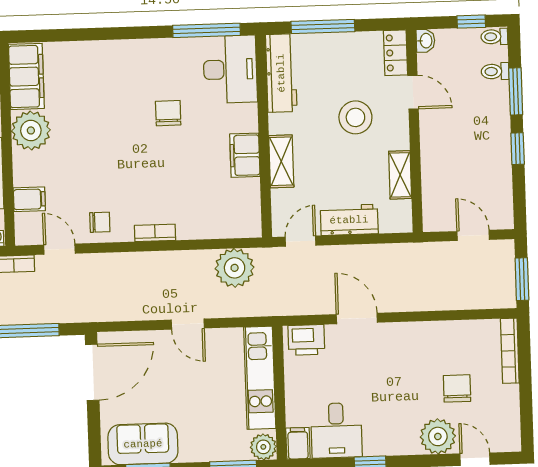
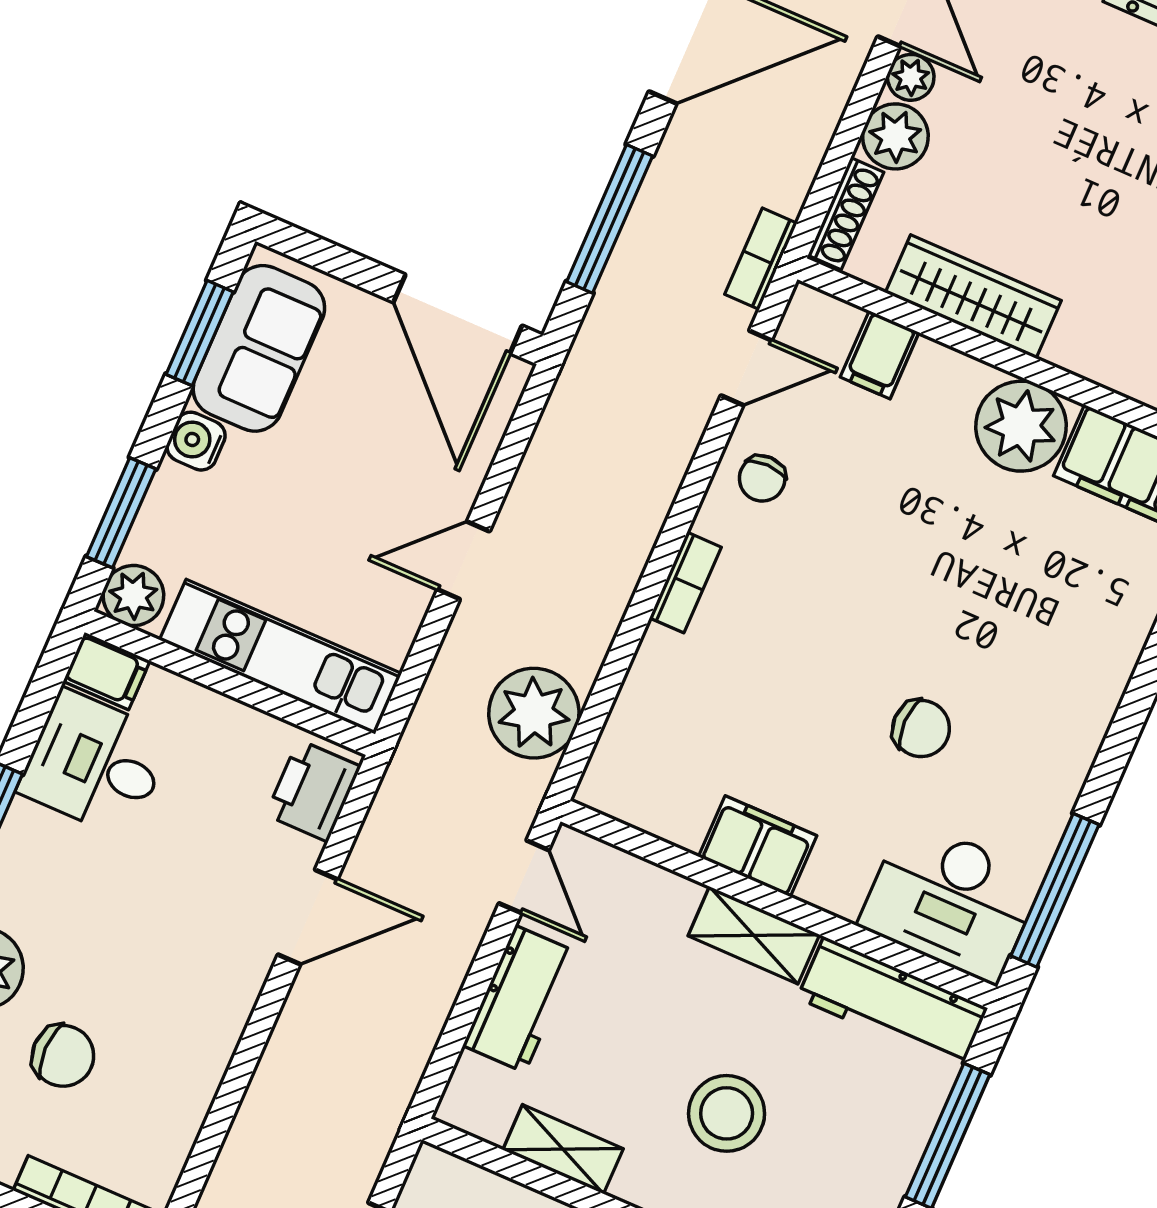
shelving: (281, 161) -> (754, 935), moved
water cooler: (191, 451) -> (196, 441), added

